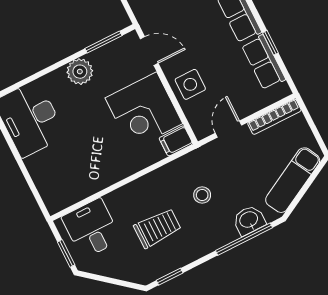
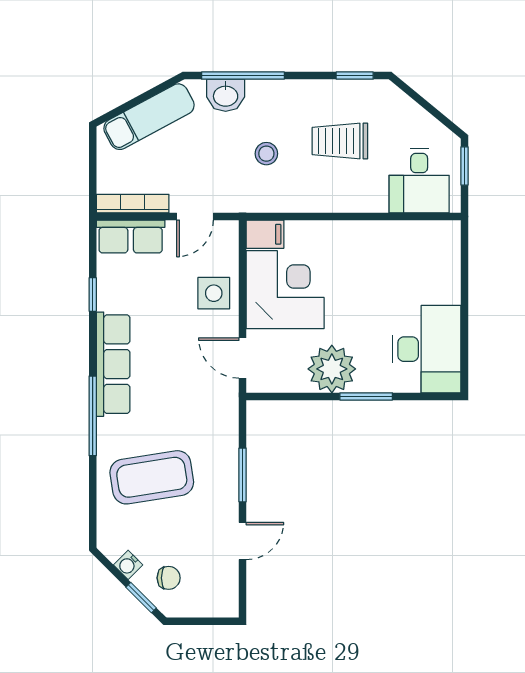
window: (103, 42) -> (366, 396), moved
row of seats: (264, 62) -> (131, 237), moved, turned 90
plant: (80, 72) -> (332, 369), width x1.36, depth x1.36

